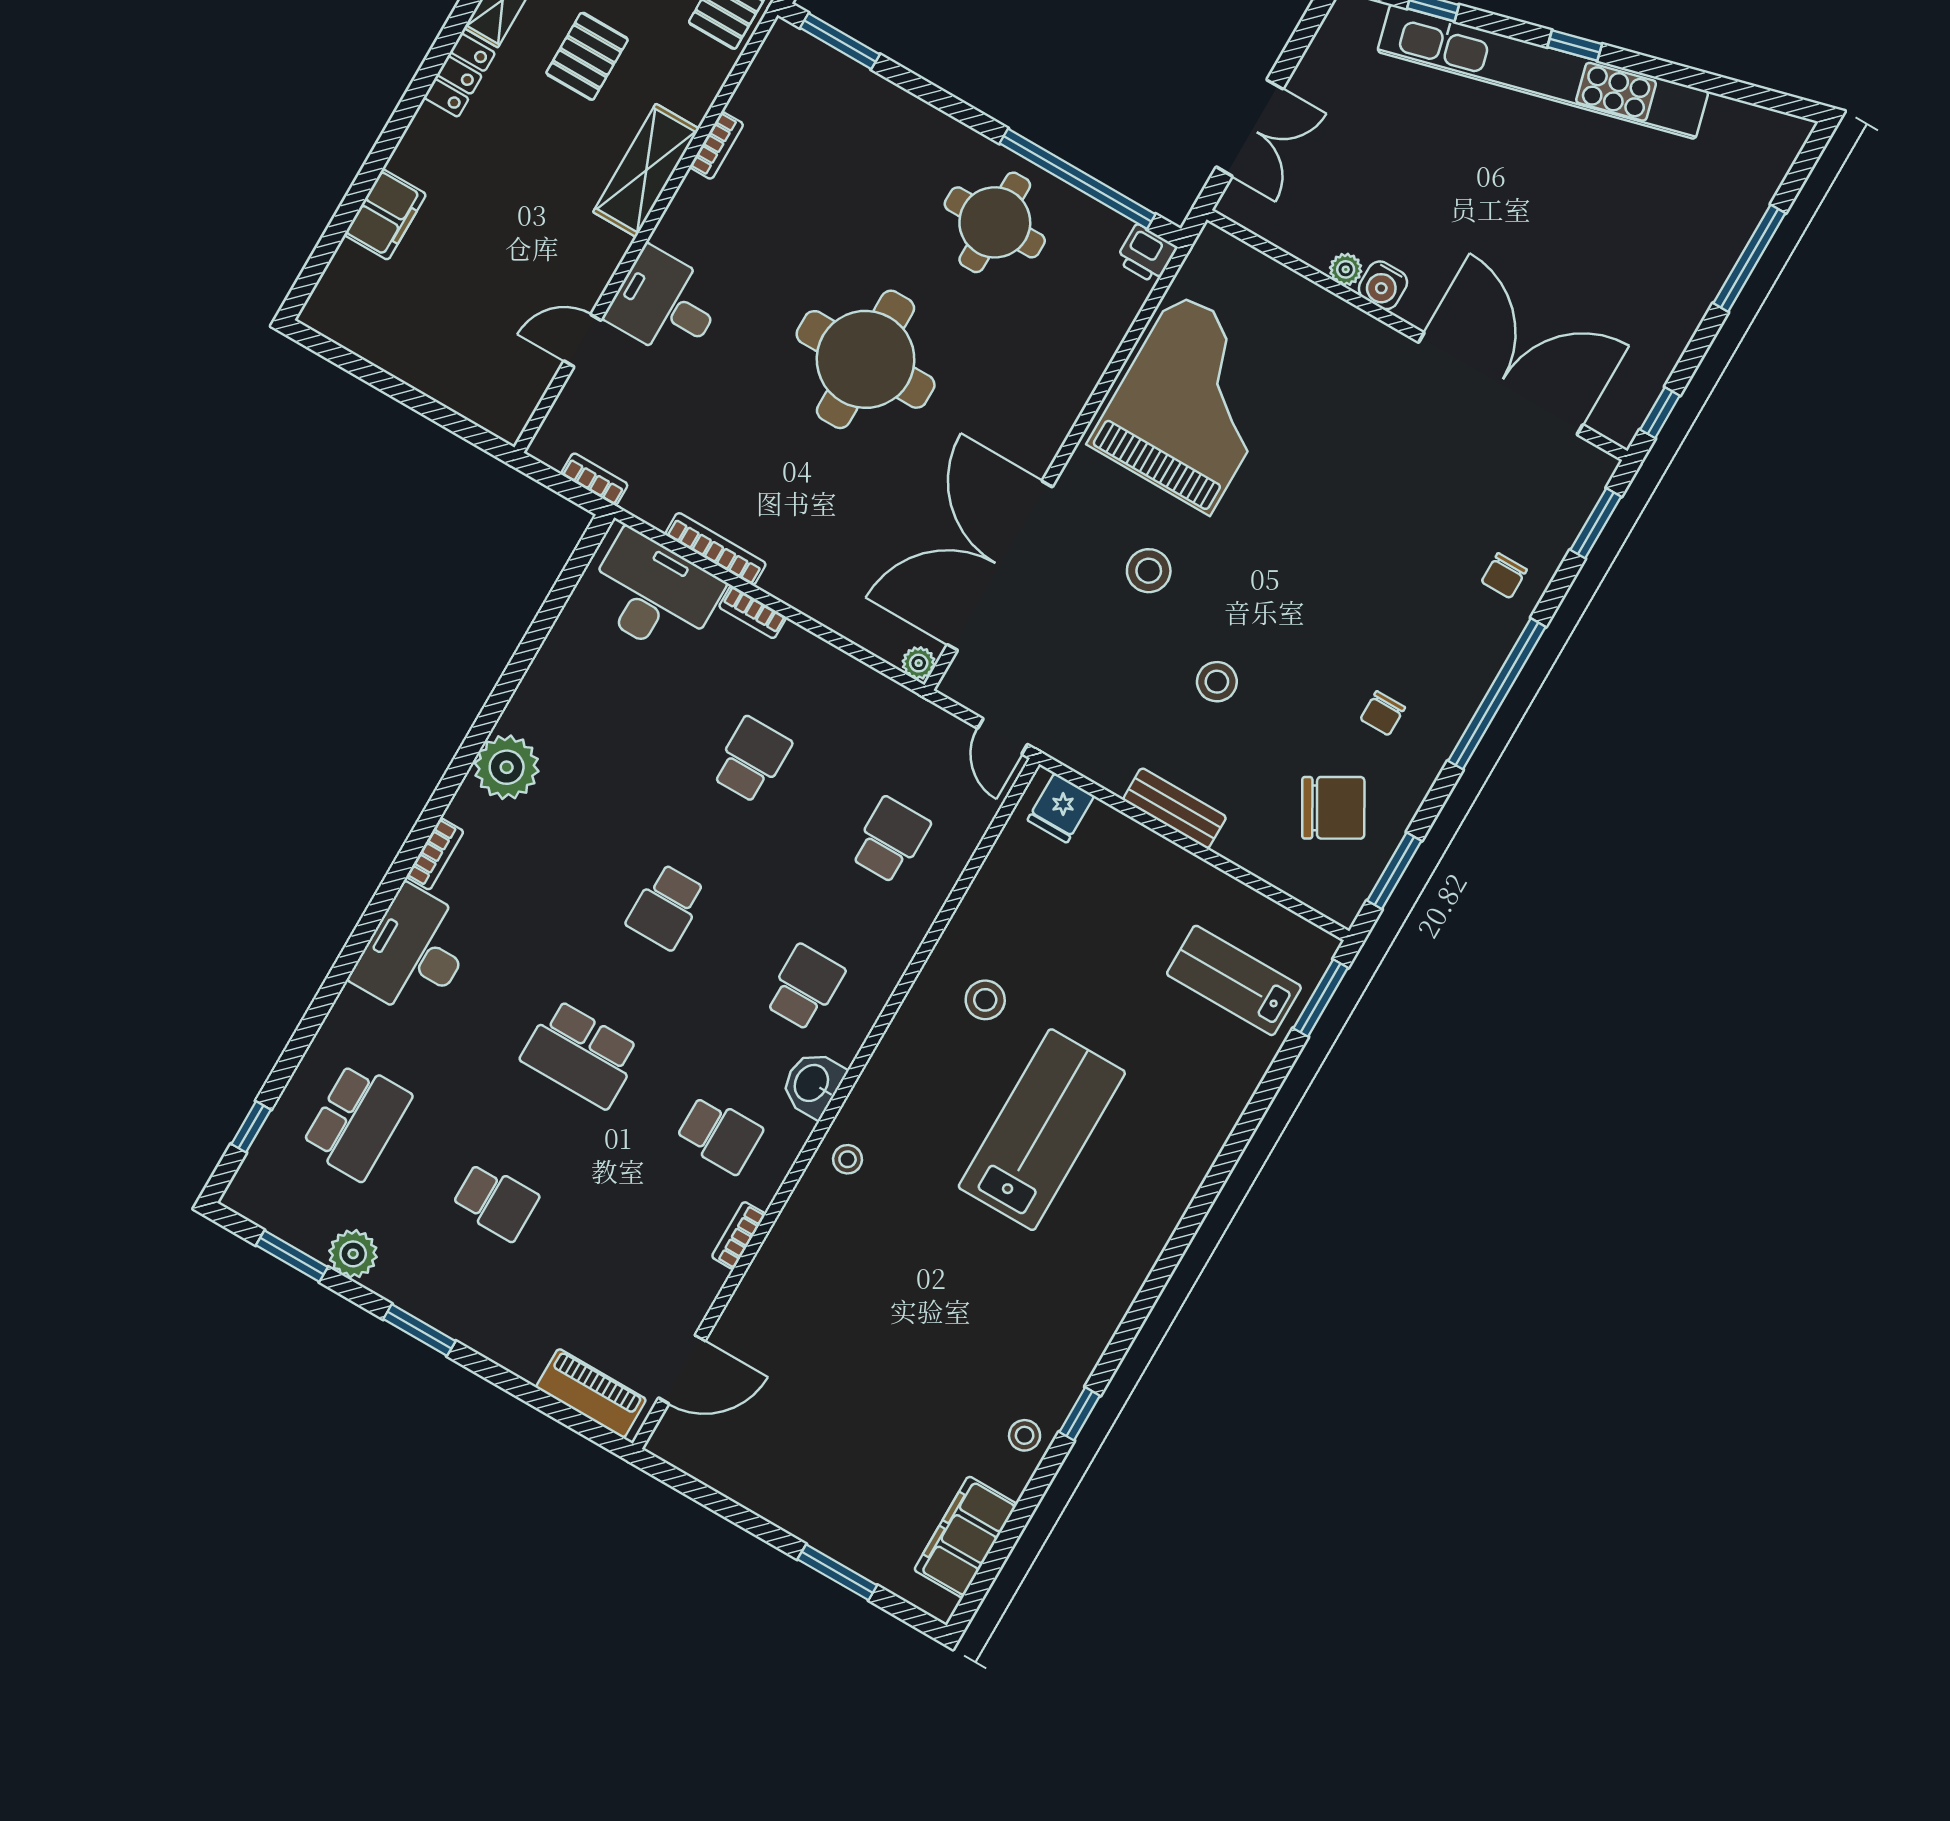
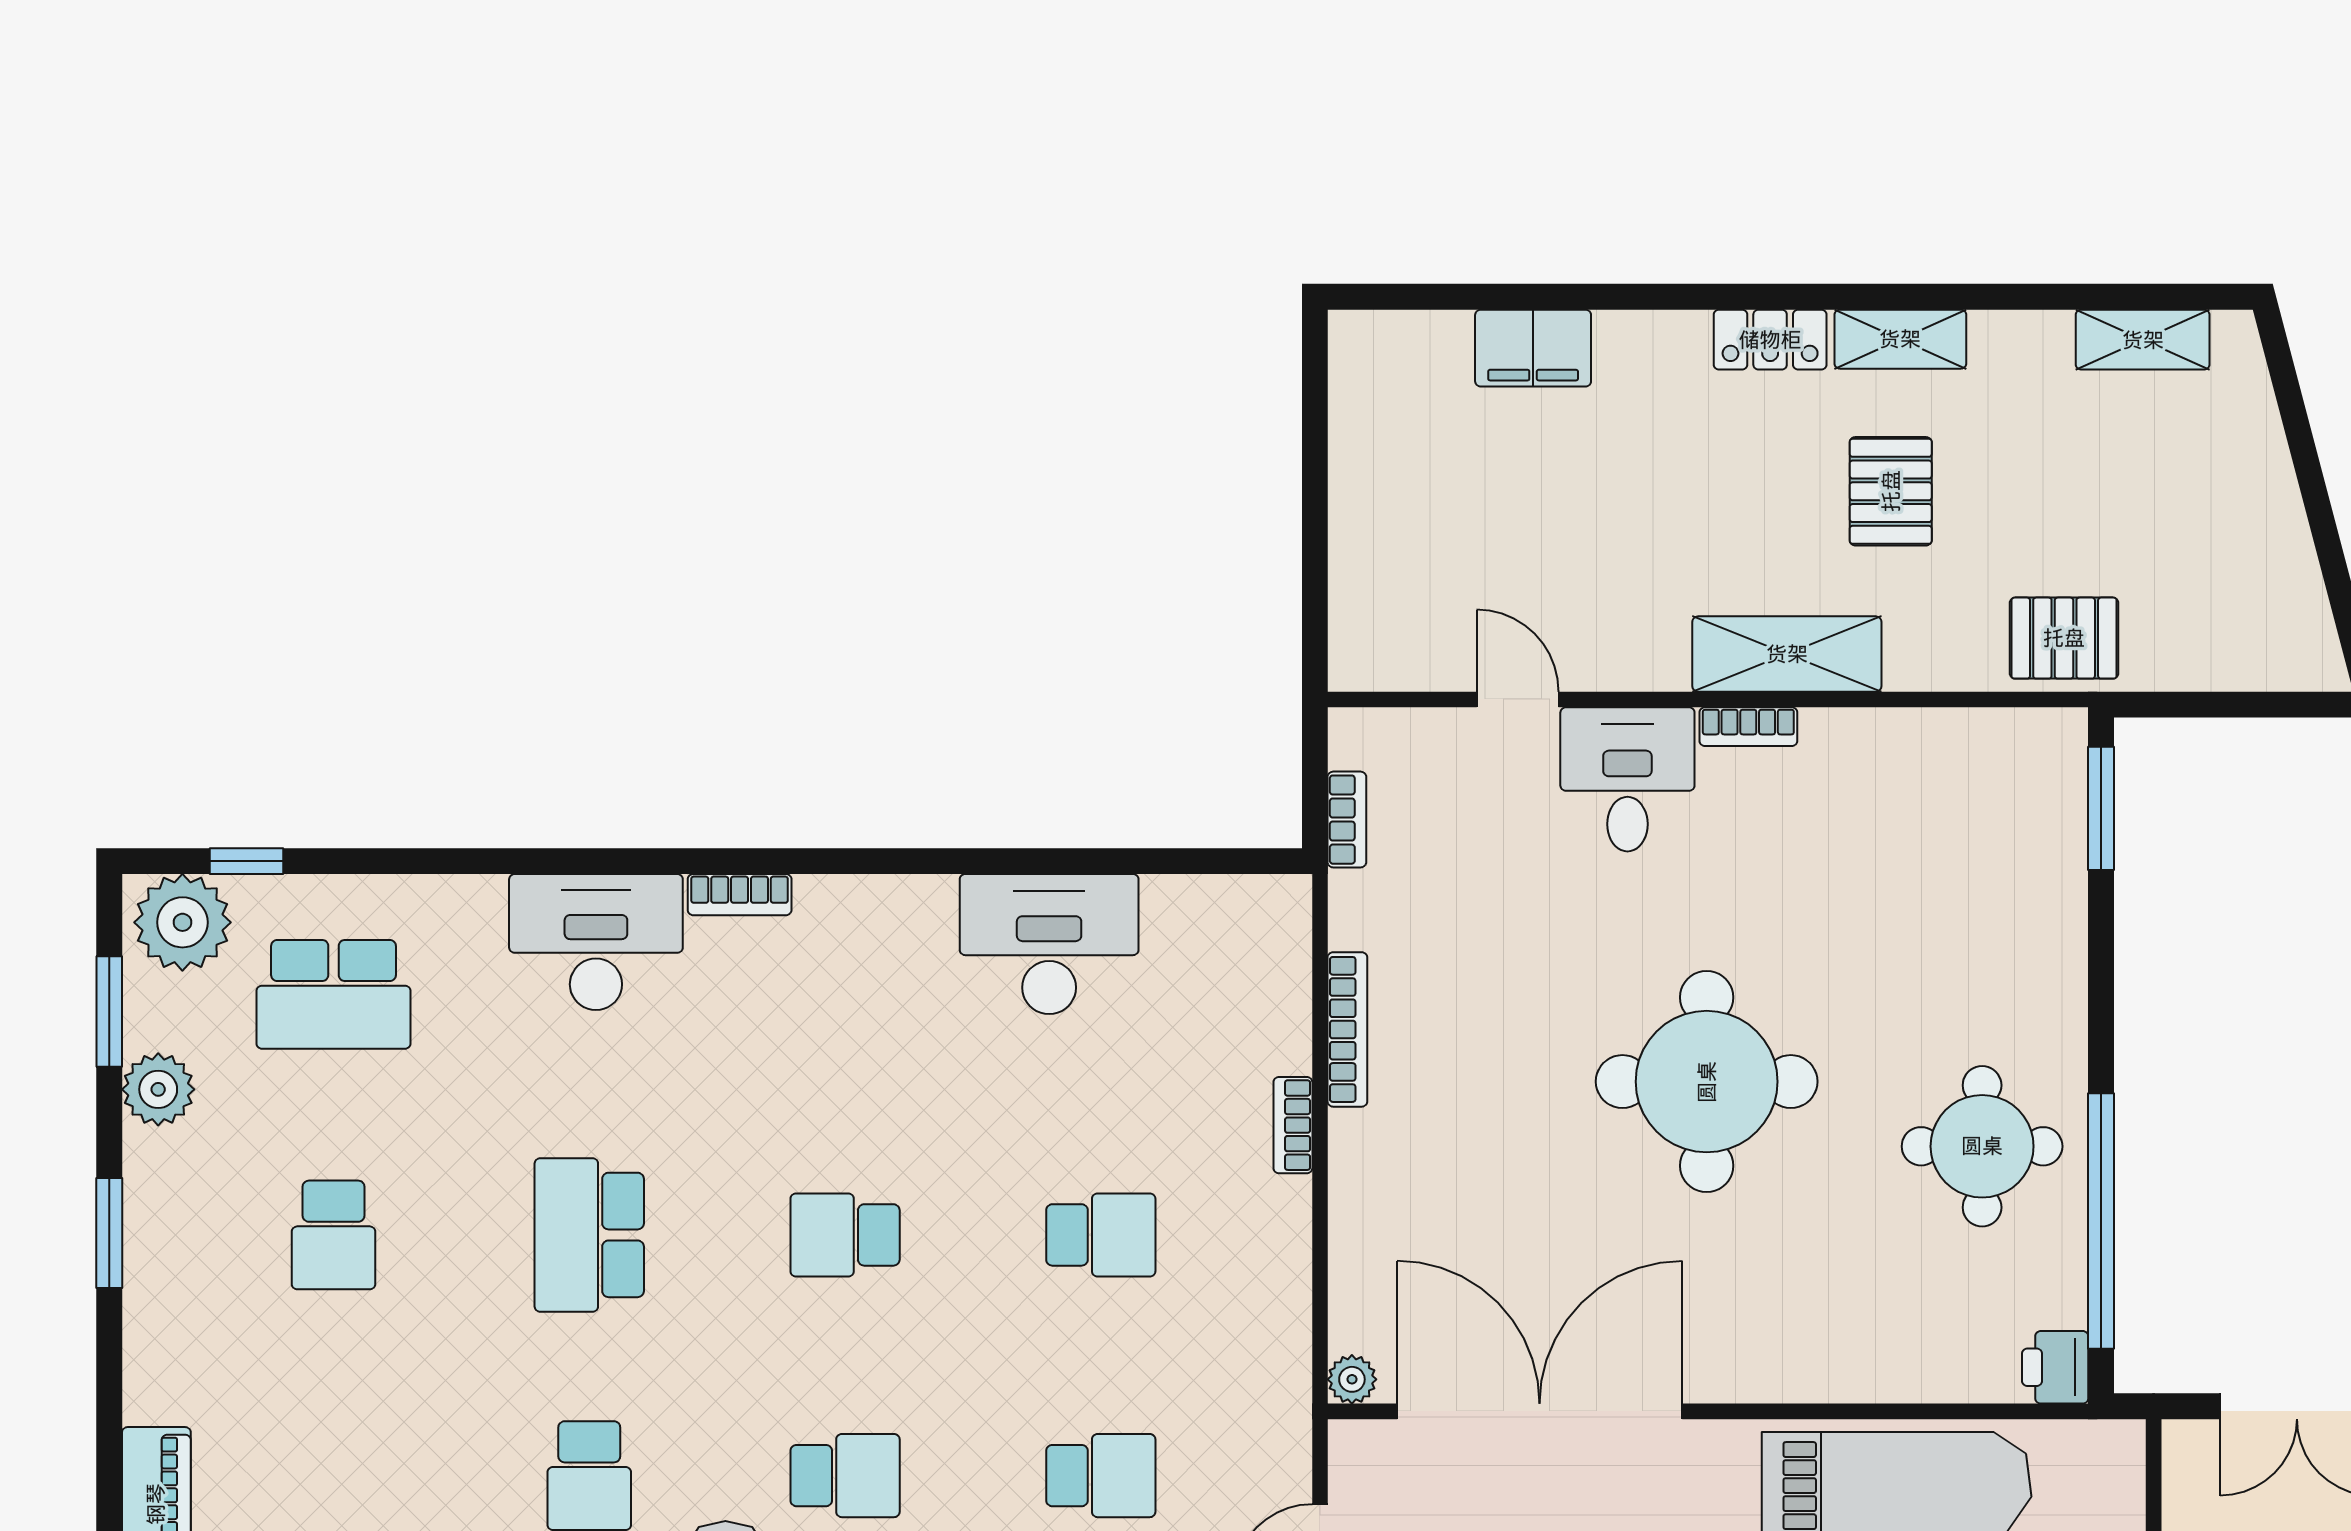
pallet: (587, 56) -> (1891, 491), turned 90
bookcase: (717, 145) -> (1748, 727), moved
desk: (653, 594) -> (1049, 944), moved, turned -90
plant: (507, 767) -> (182, 922), moved

